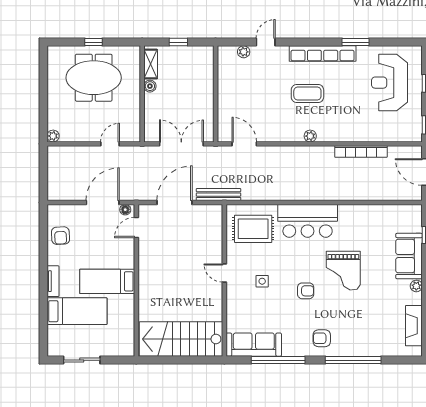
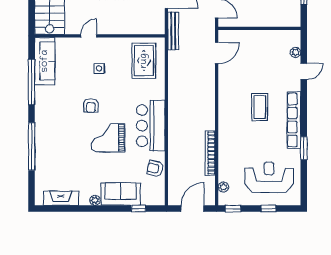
door: (266, 42) -> (304, 71), hinge flipped
plant: (310, 136) -> (223, 187), moved
bar counter: (308, 221) -> (151, 126), moved
door: (224, 273) -> (89, 36), moved
armchair: (322, 338) -> (155, 168), moved, turned -78

